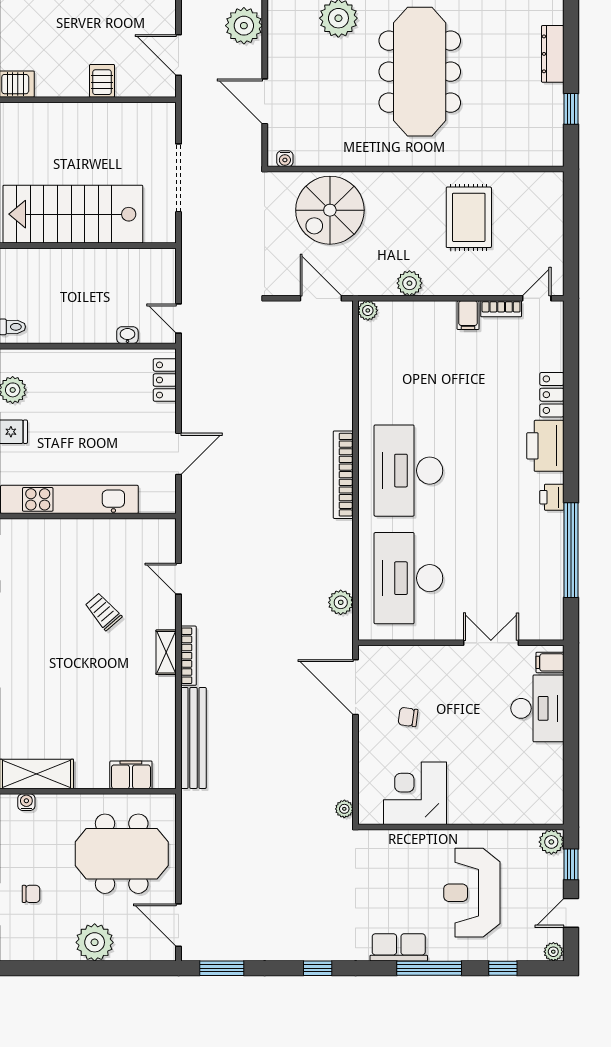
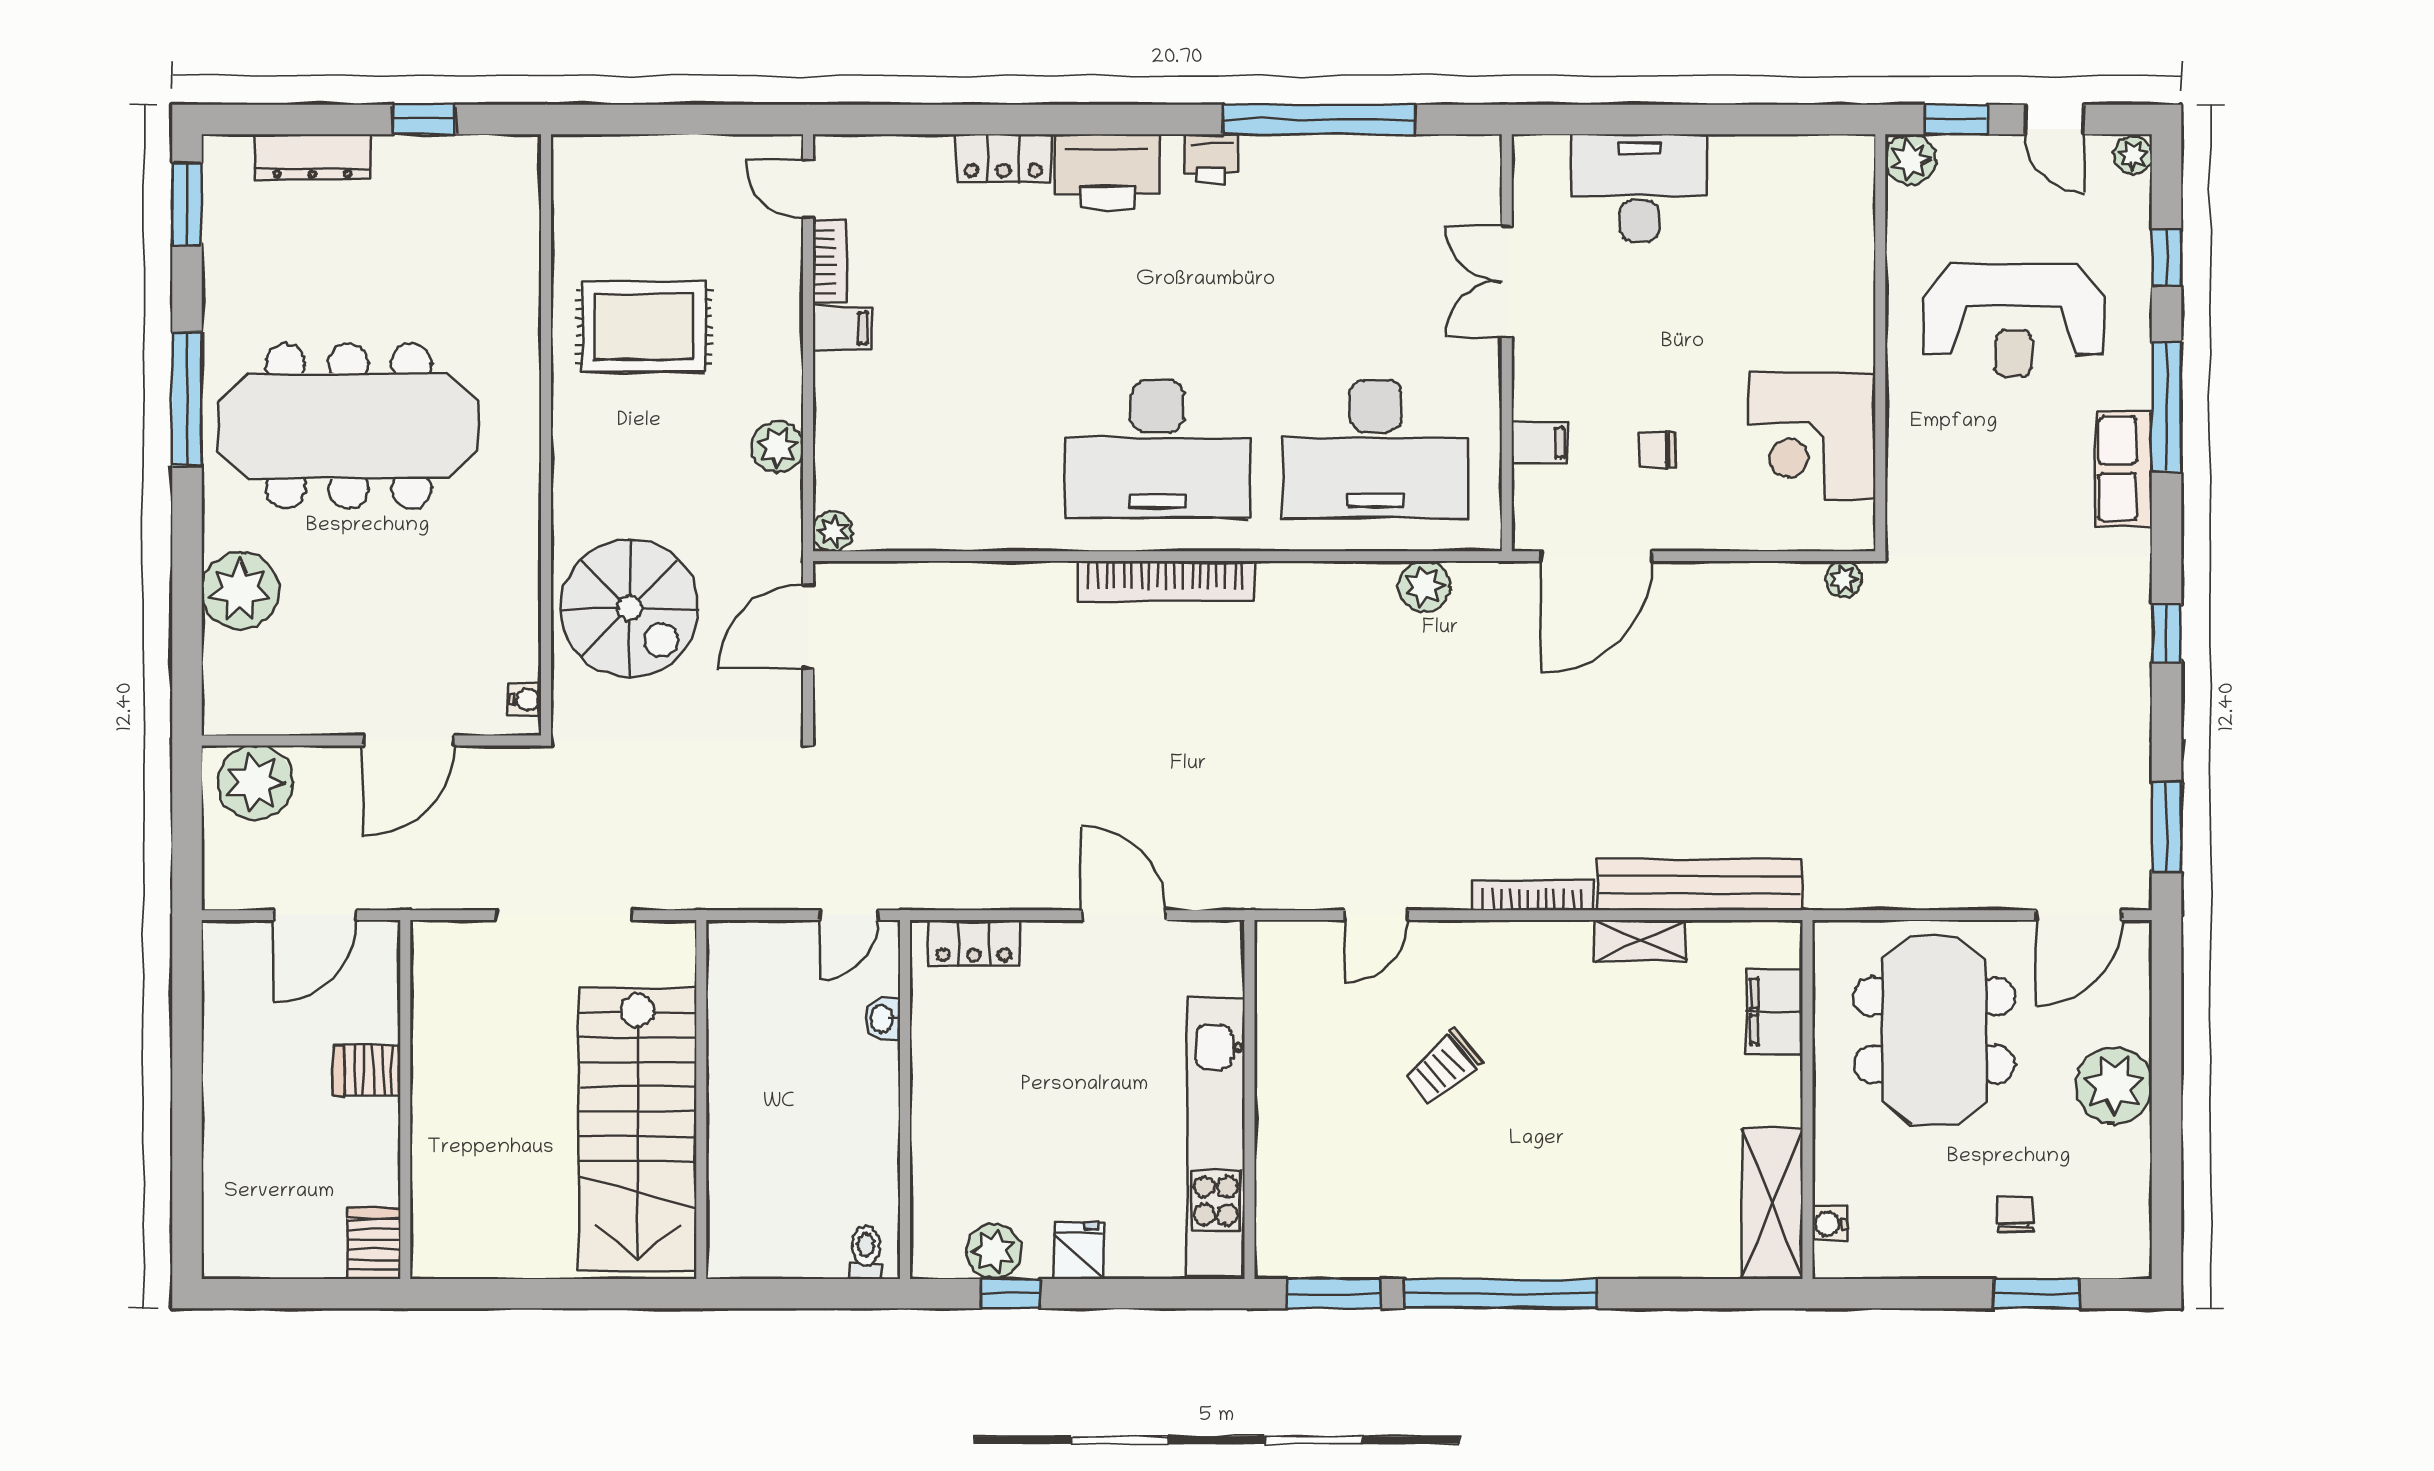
shelving: (166, 652) -> (1640, 940), moved
filing cabinet: (550, 662) -> (1540, 443), moved, turned -90
chair: (408, 717) -> (1657, 450), turned 82

